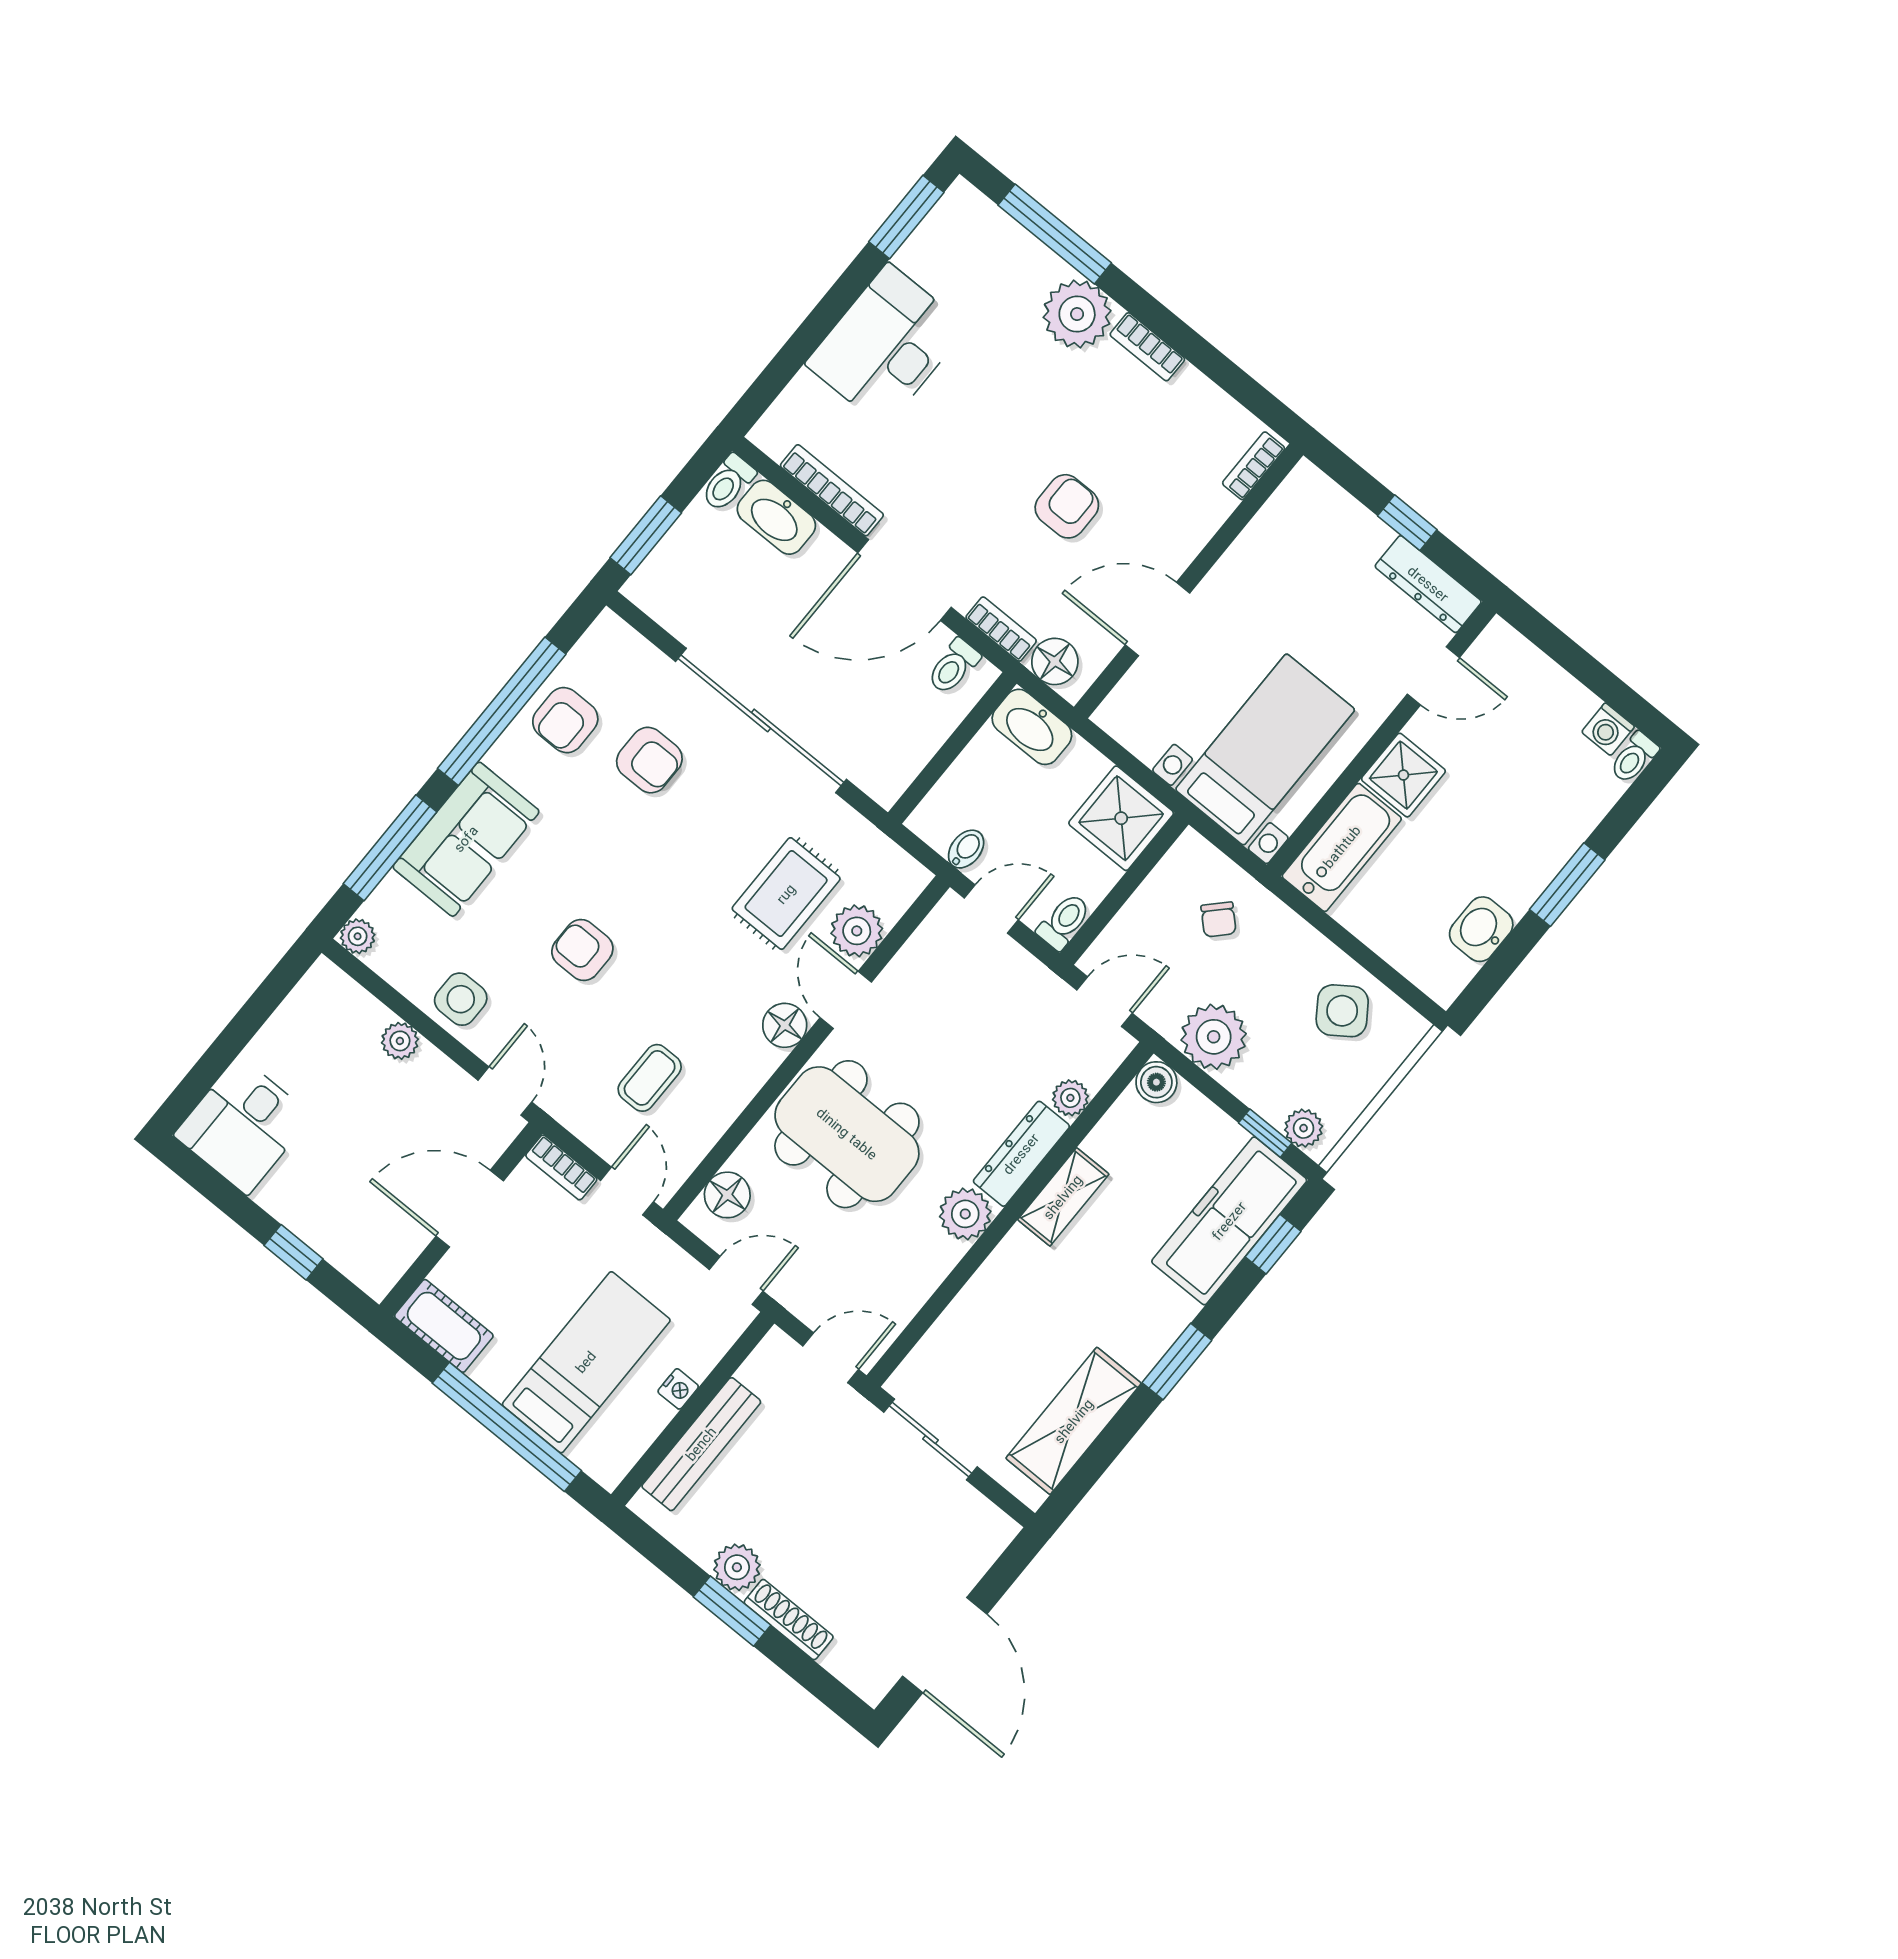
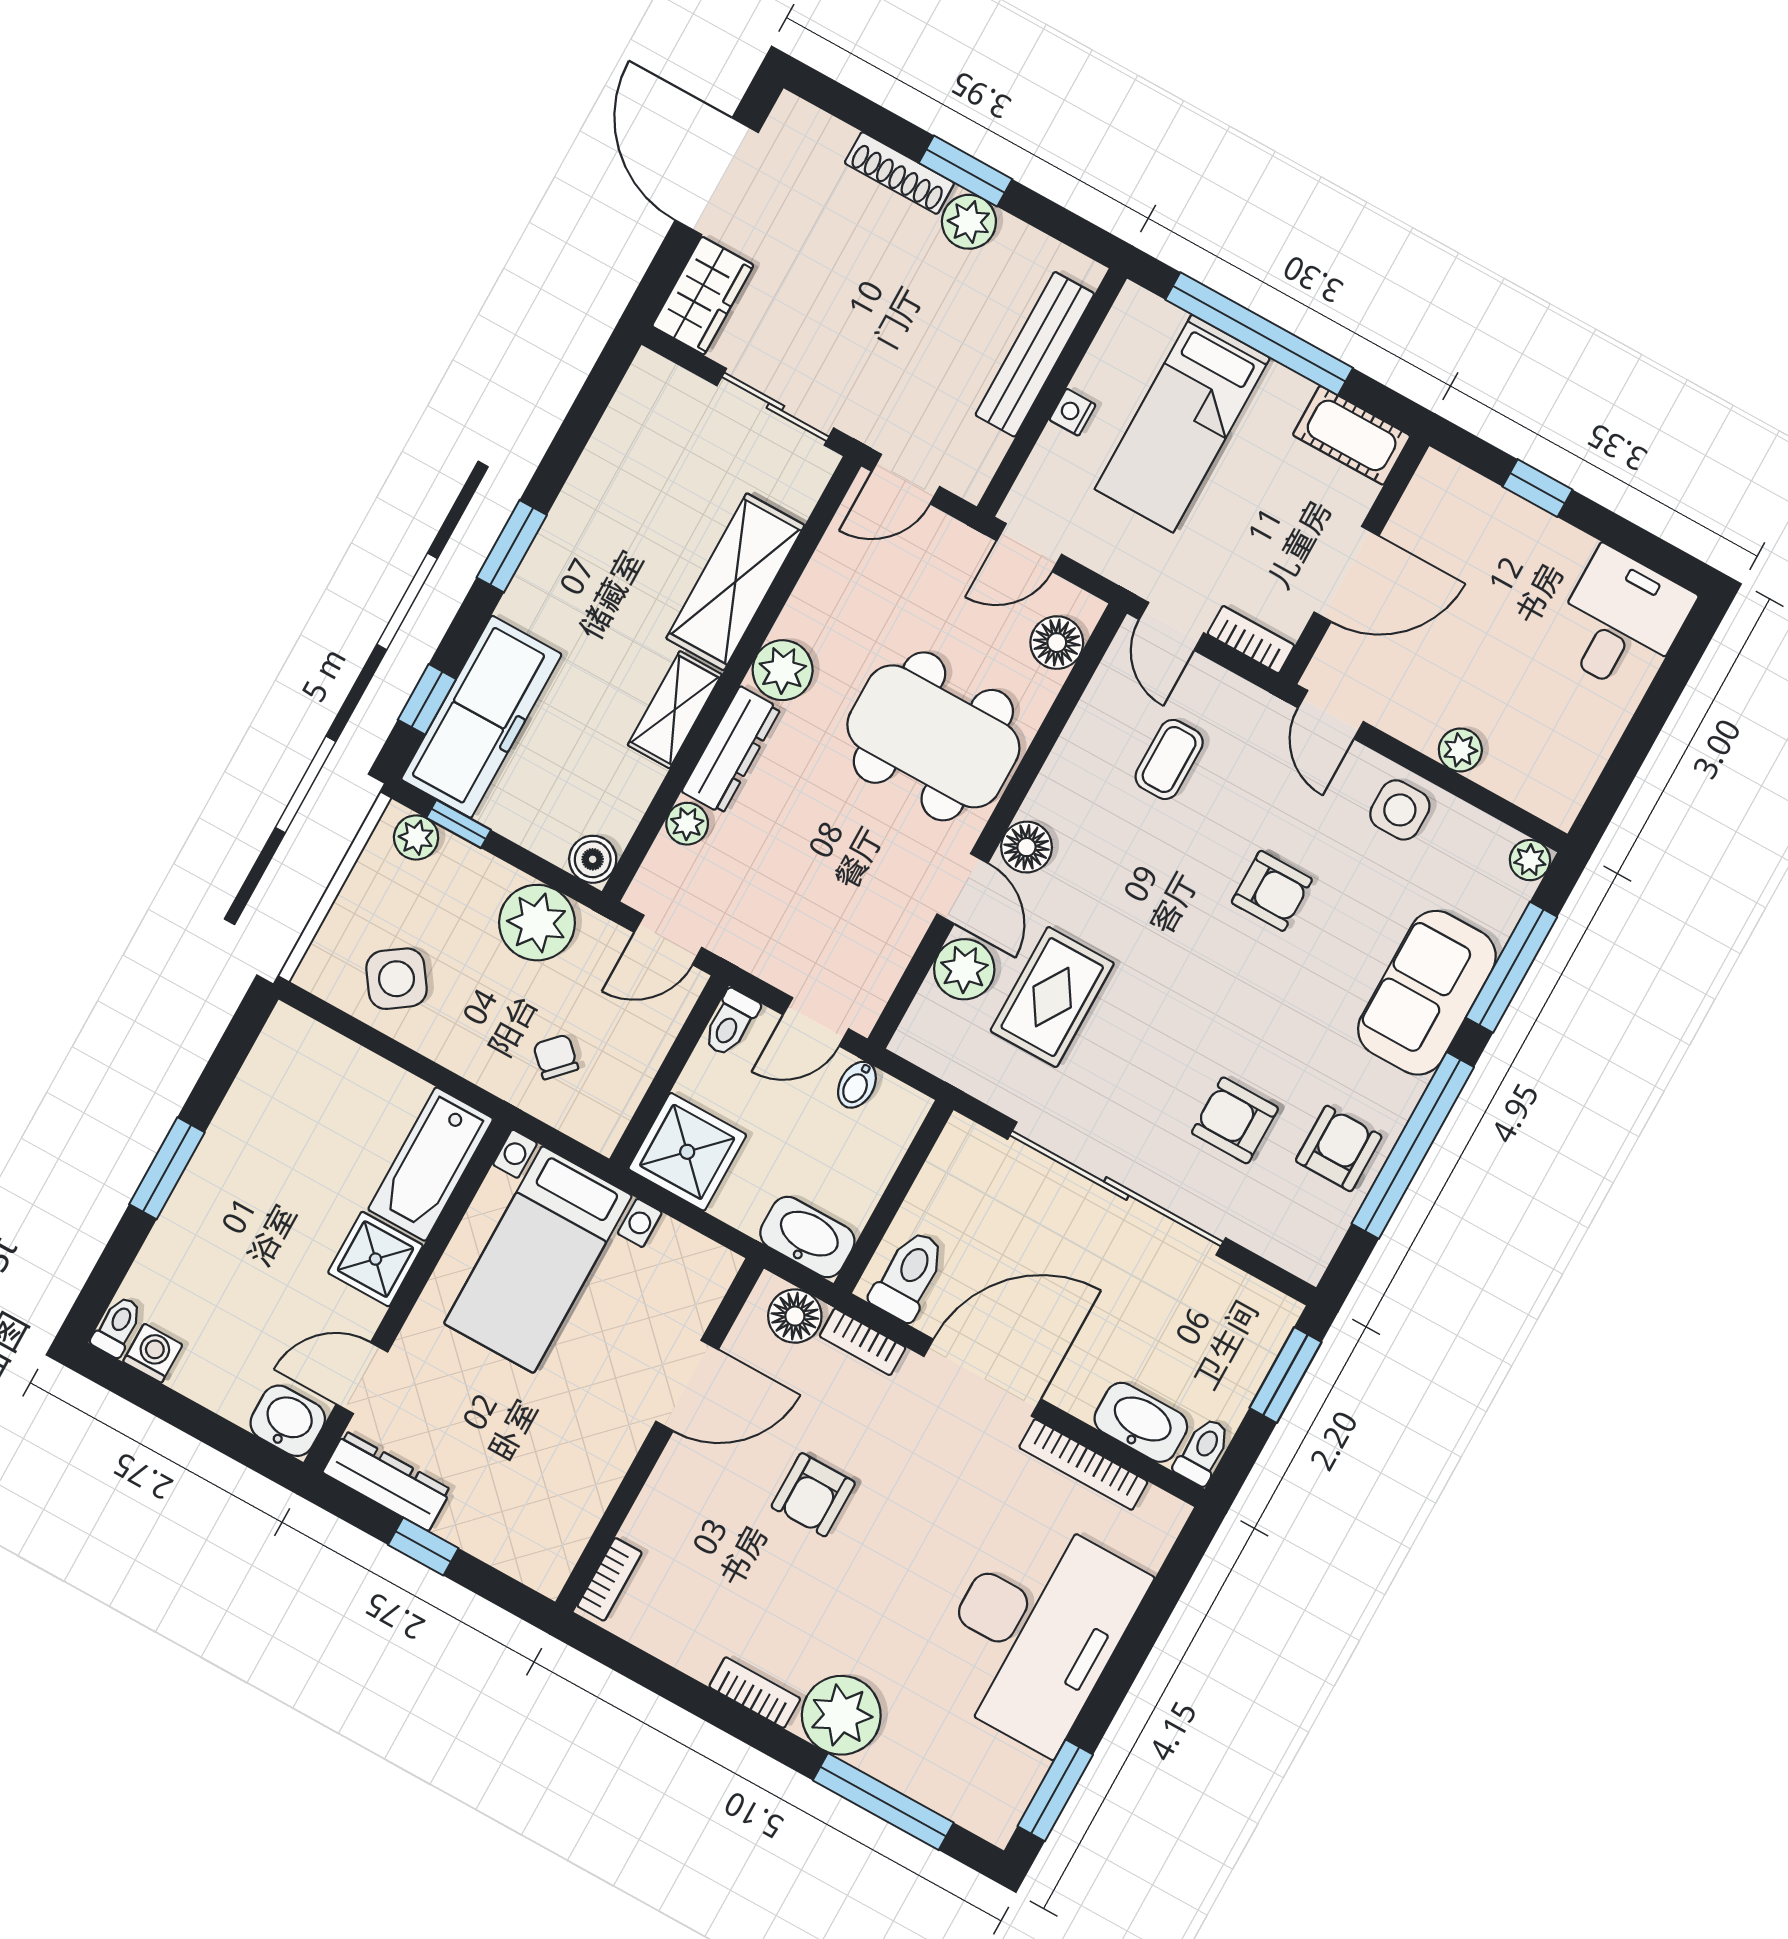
desk: (886, 346) -> (1036, 1631), width x1.36, depth x1.30
toilet: (953, 666) -> (909, 1276), width x1.37, depth x1.39
washbasin: (1481, 929) -> (288, 1421), moved, turned -90
shelving: (1074, 1421) -> (735, 582), moved
wardrobe: (975, 1546) -> (703, 296), added

